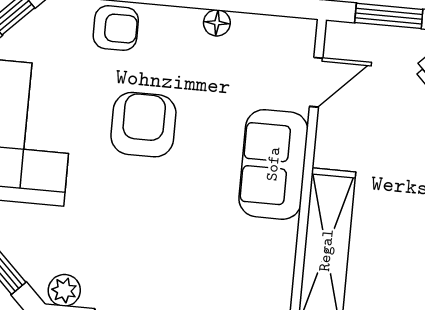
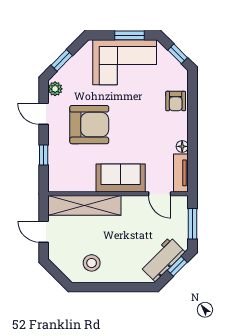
tv unit: (275, 31) -> (181, 173), added
armchair: (143, 125) -> (89, 125), moved, width x1.36, depth x1.36

